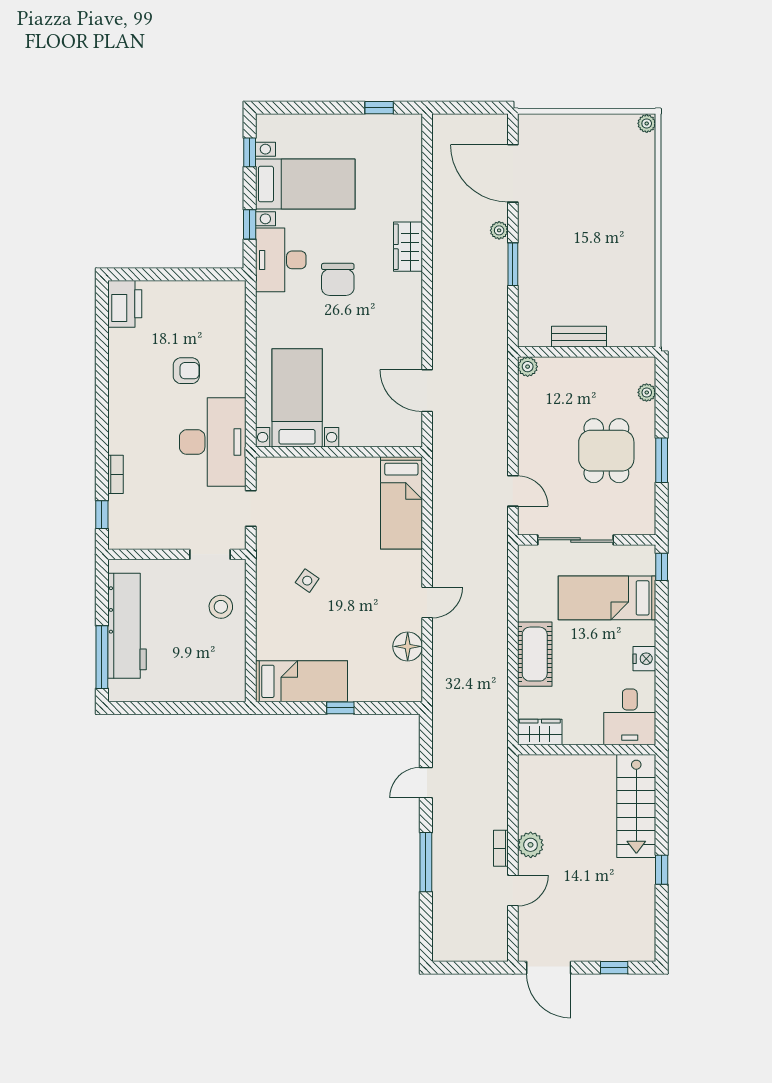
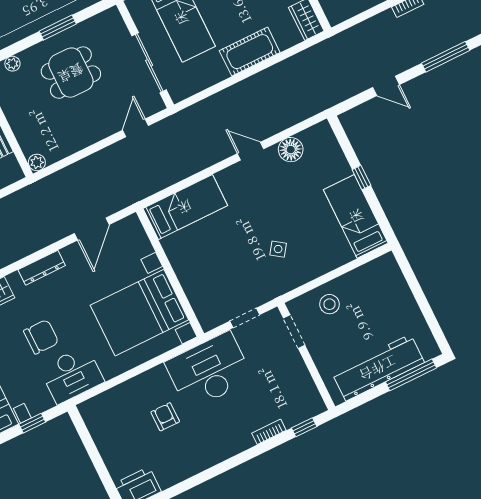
desk: (281, 260) -> (72, 375), moved
dresser: (412, 316) -> (42, 268), added
bed with nightstands: (297, 398) -> (139, 313), width x1.36

